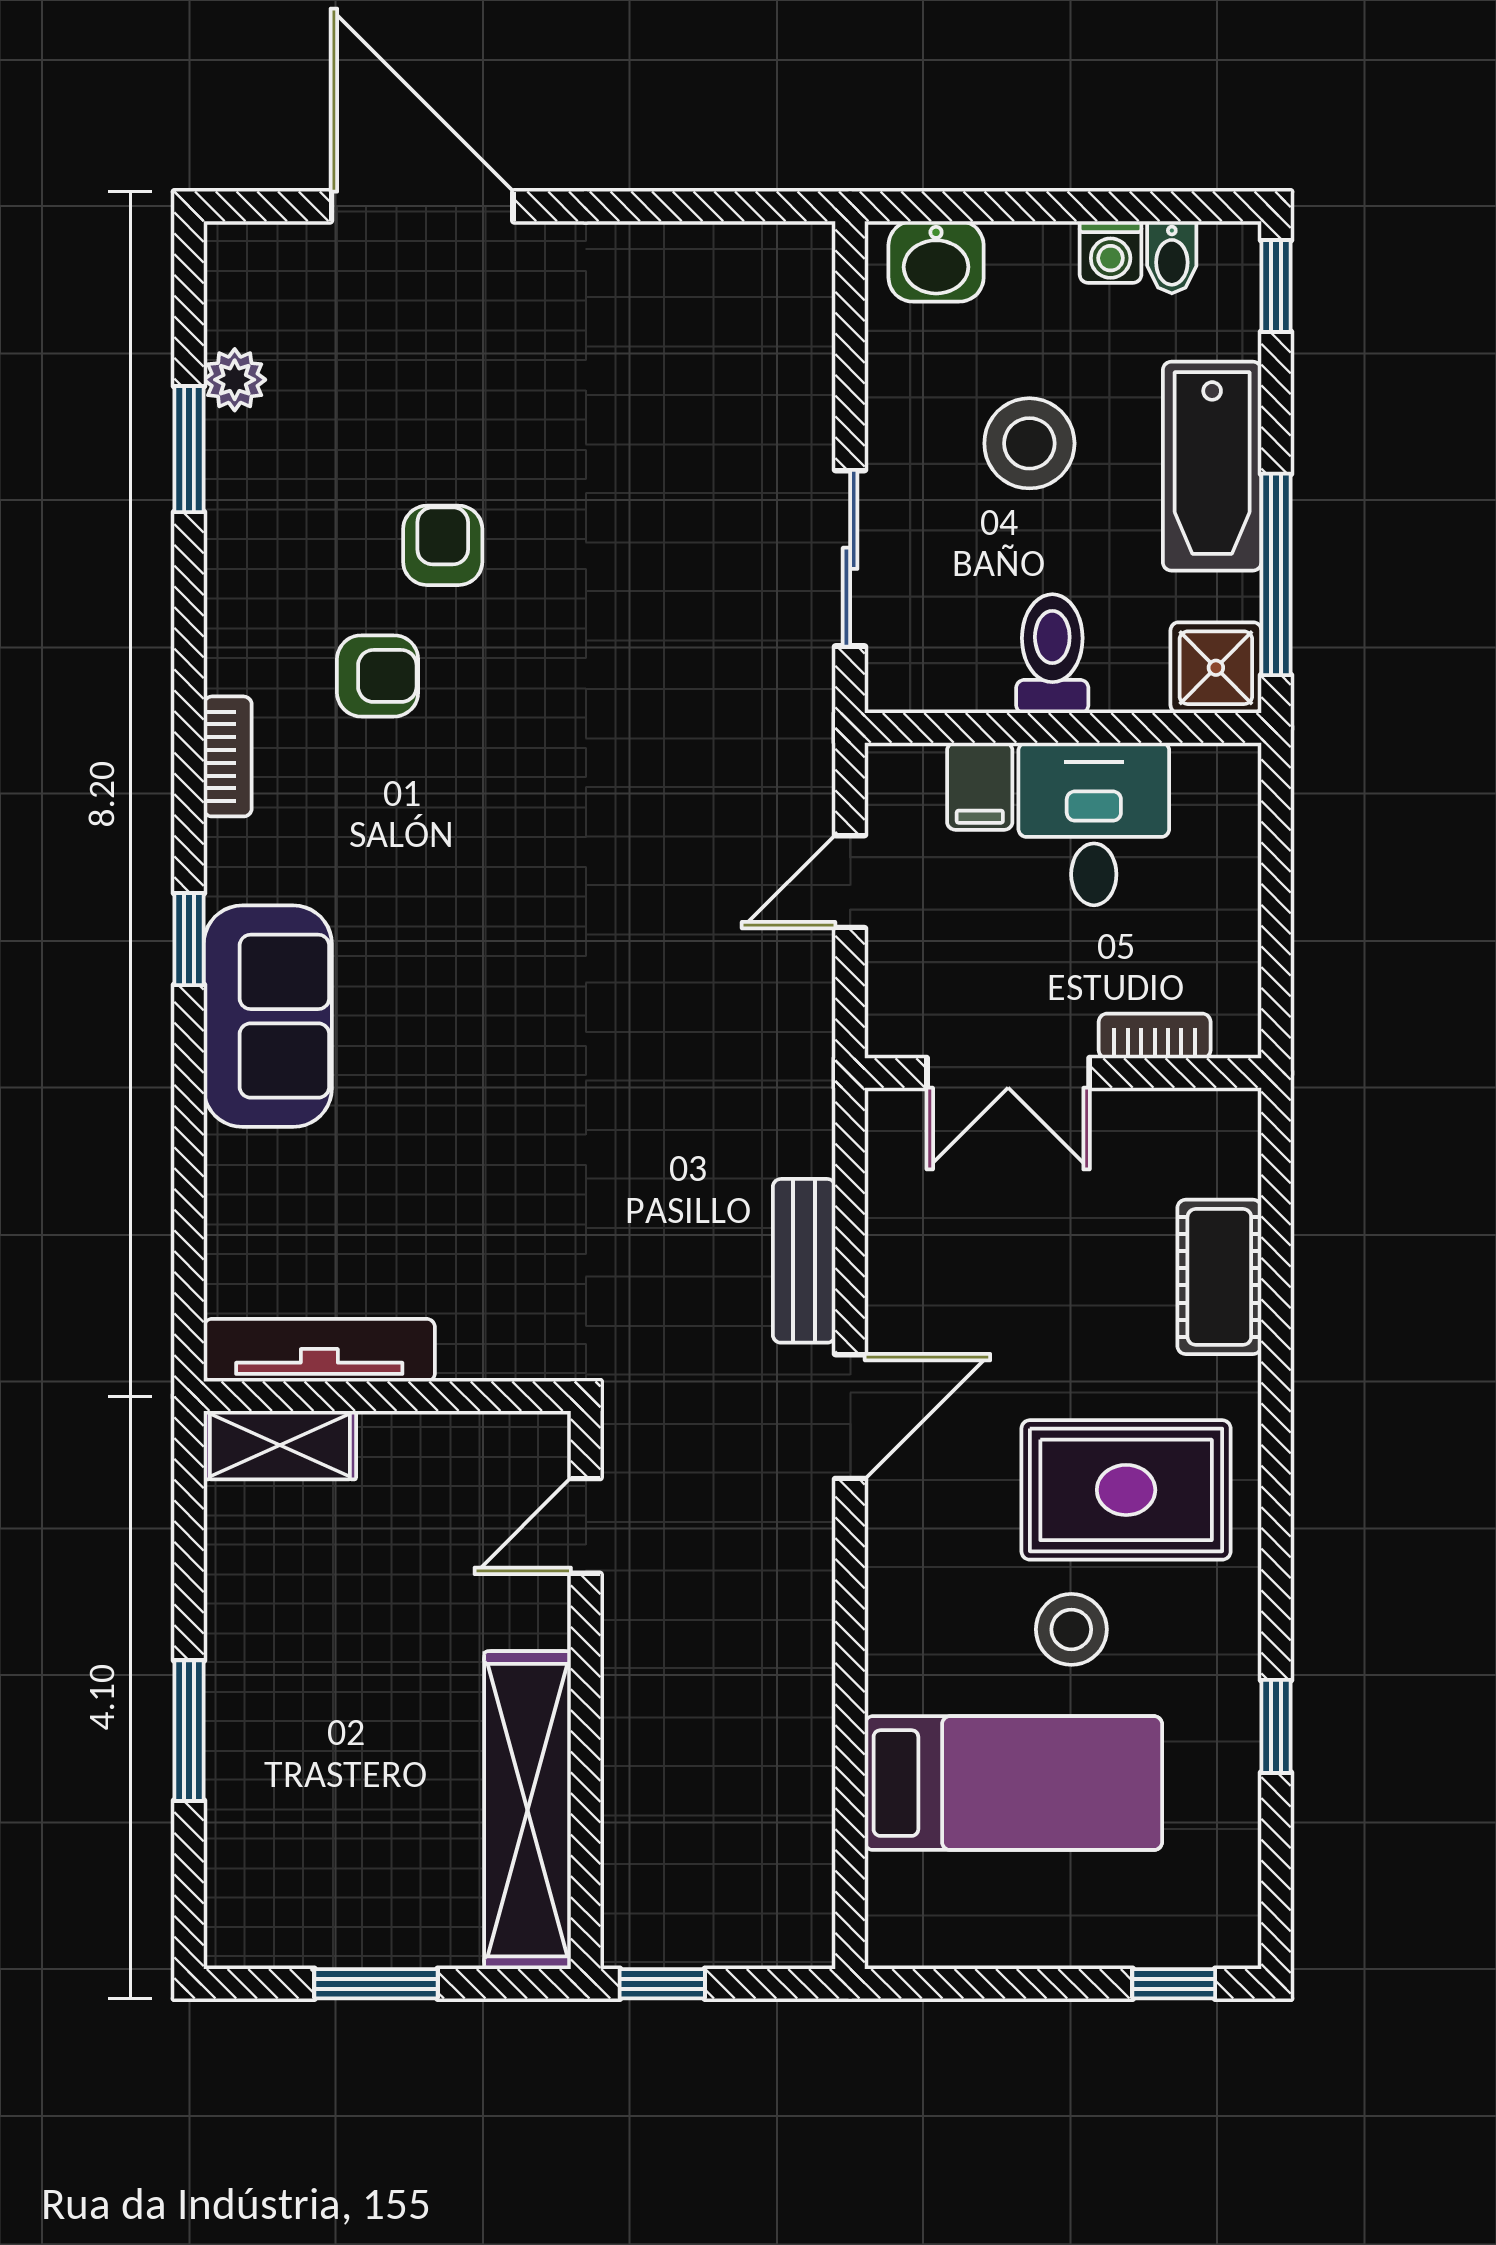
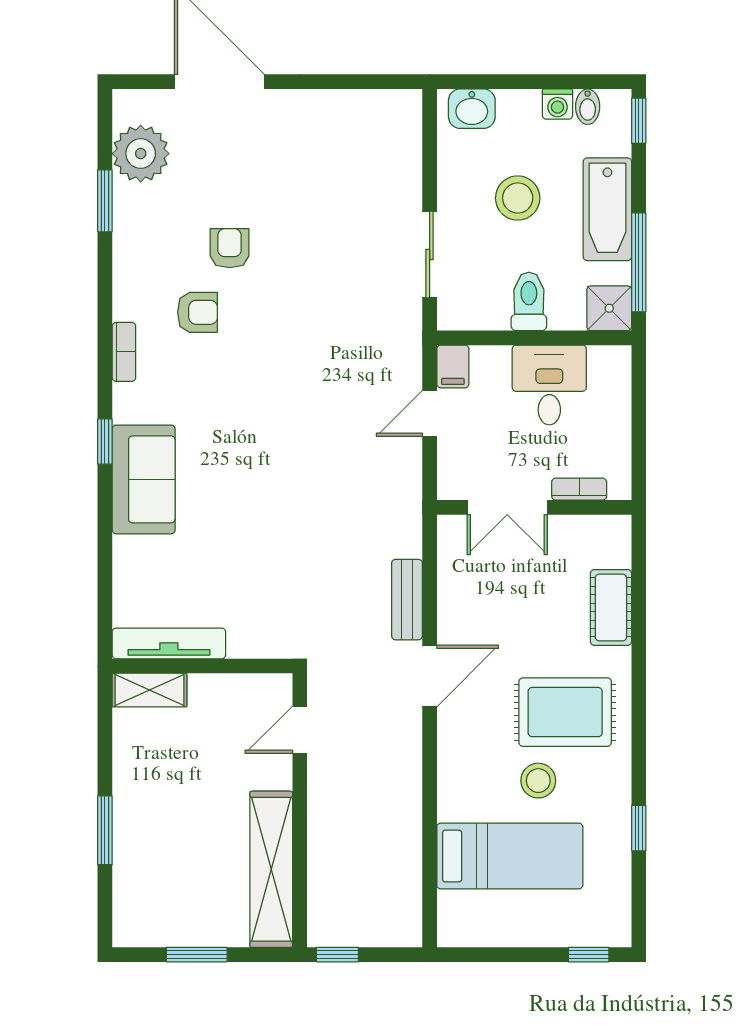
plant: (235, 380) -> (141, 154), width x1.88, depth x1.88
filing cabinet: (980, 786) -> (453, 366), moved

